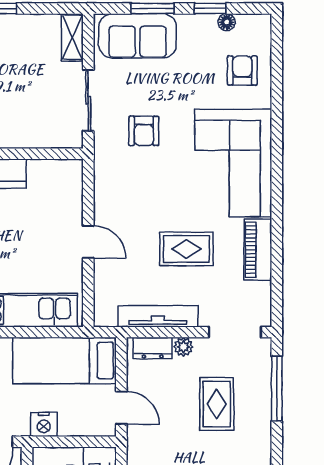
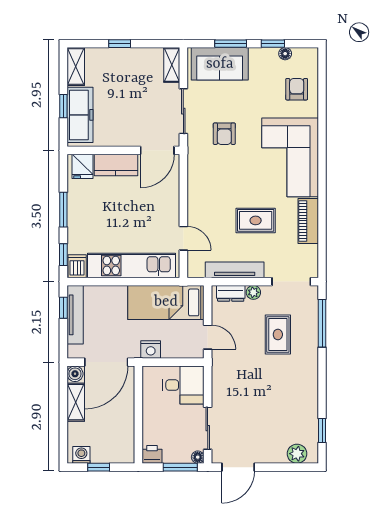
door: (53, 154) -> (157, 150), added
door: (88, 242) -> (183, 238), moved

